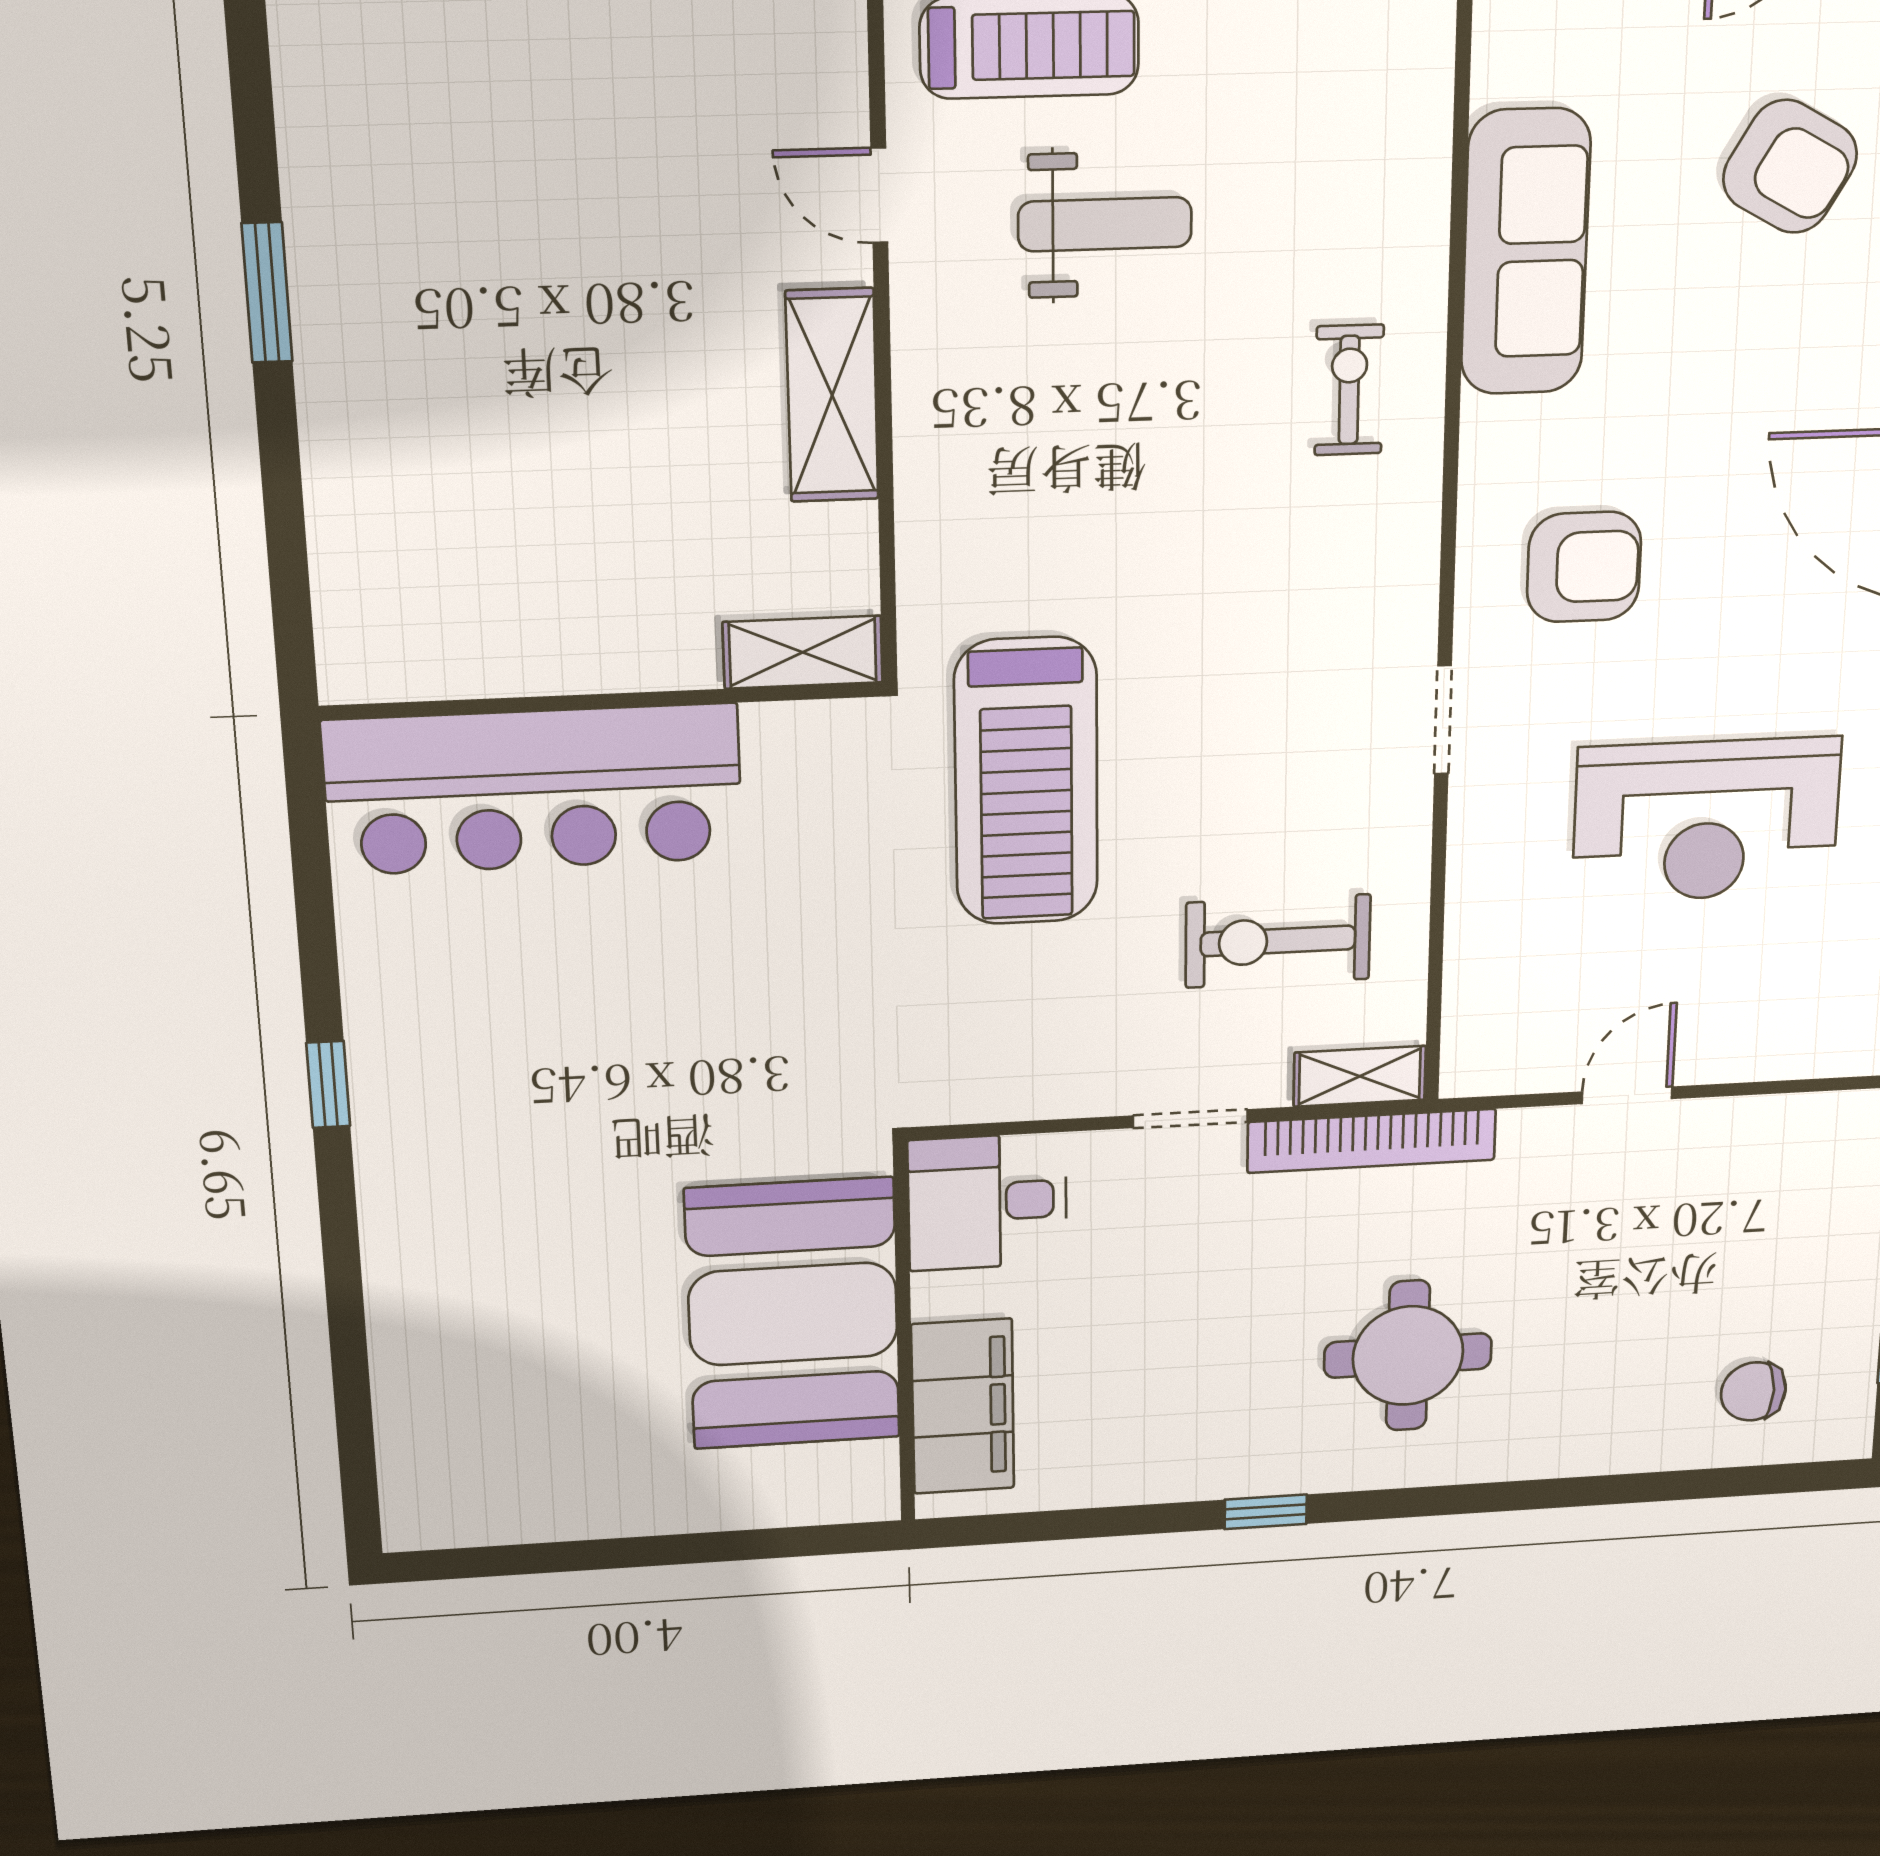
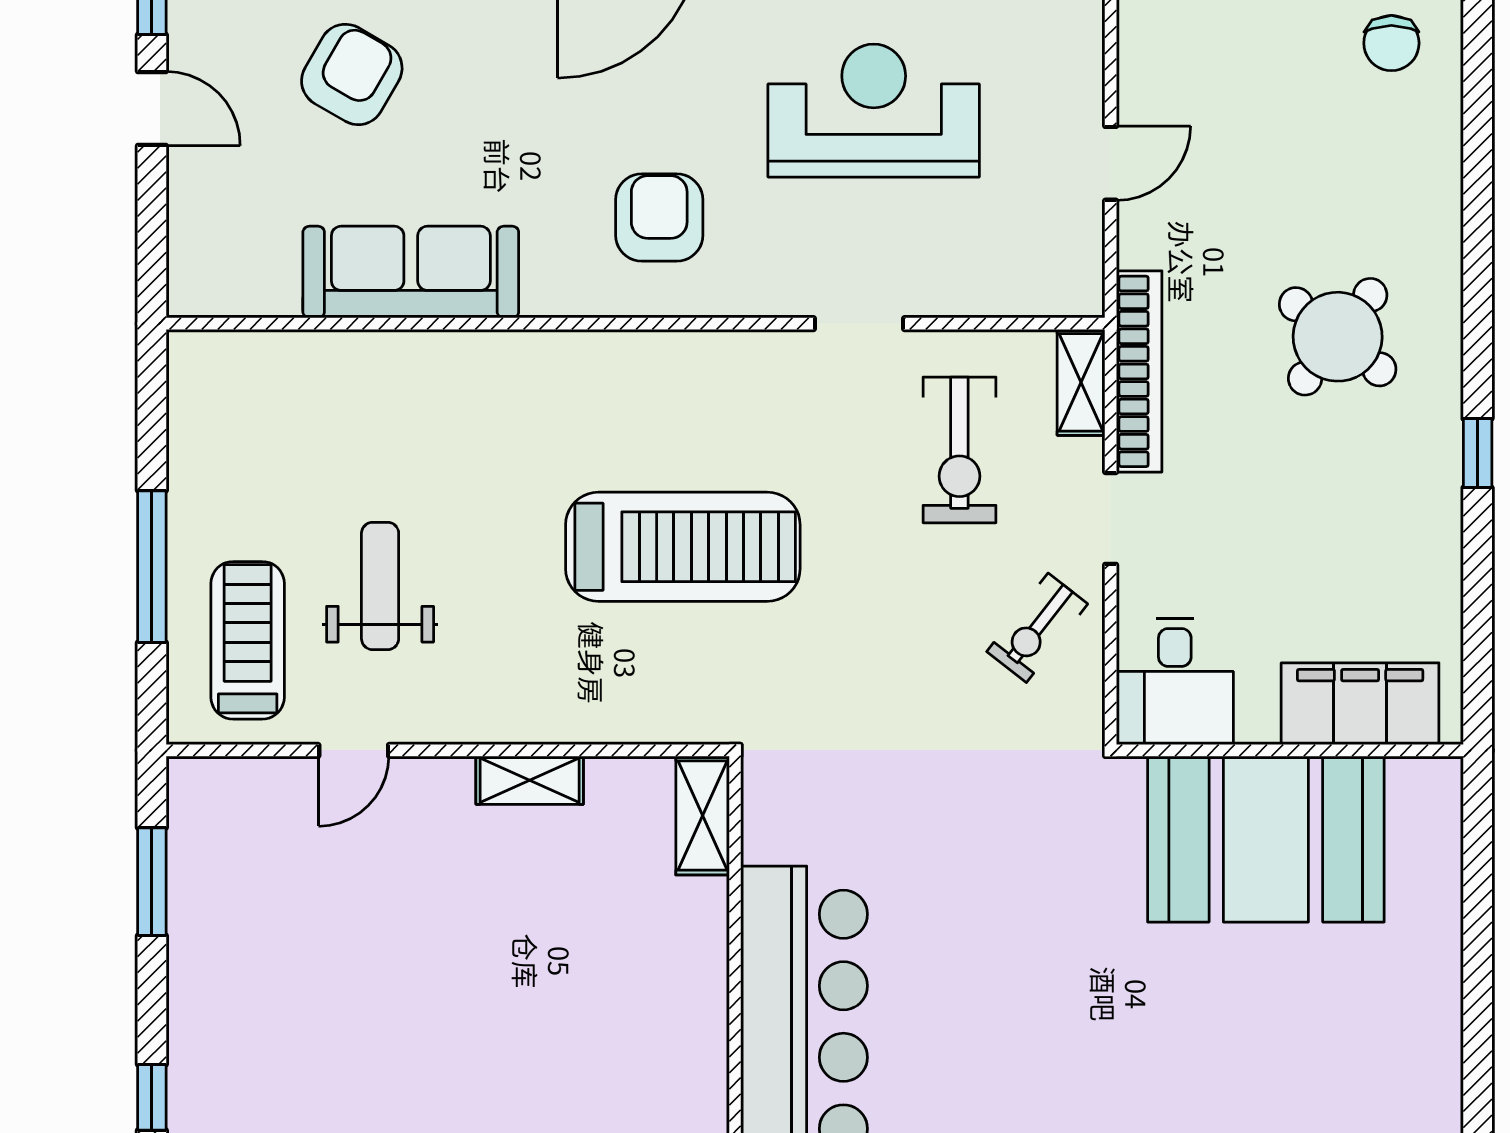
exercise bike: (1349, 390) -> (1037, 628), moved, turned -52
shelving: (832, 395) -> (530, 780), width x0.67, depth x0.75
doorway: (1443, 720) -> (859, 324), moved
treadmill: (1026, 782) -> (683, 547), moved
reception desk: (1706, 820) -> (874, 111), turned -90
door: (1627, 1095) -> (1111, 163), swing flipped
round table: (1408, 1356) -> (1338, 337), turned 38

